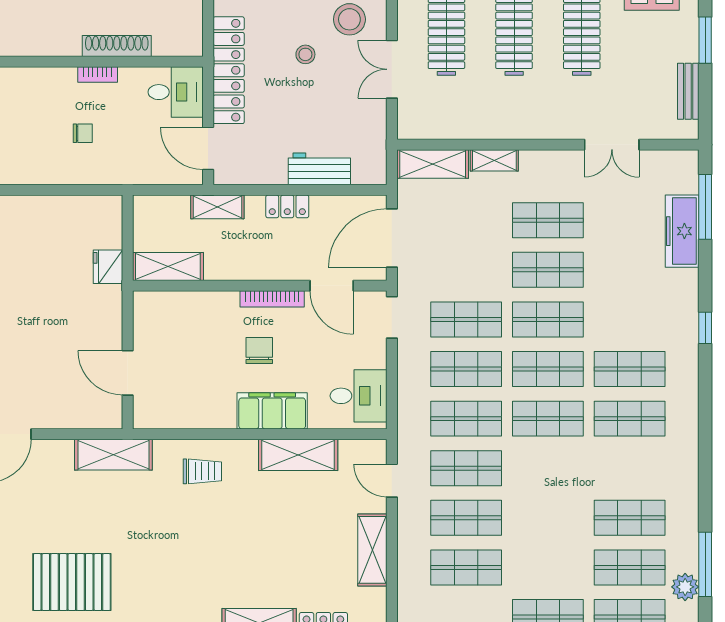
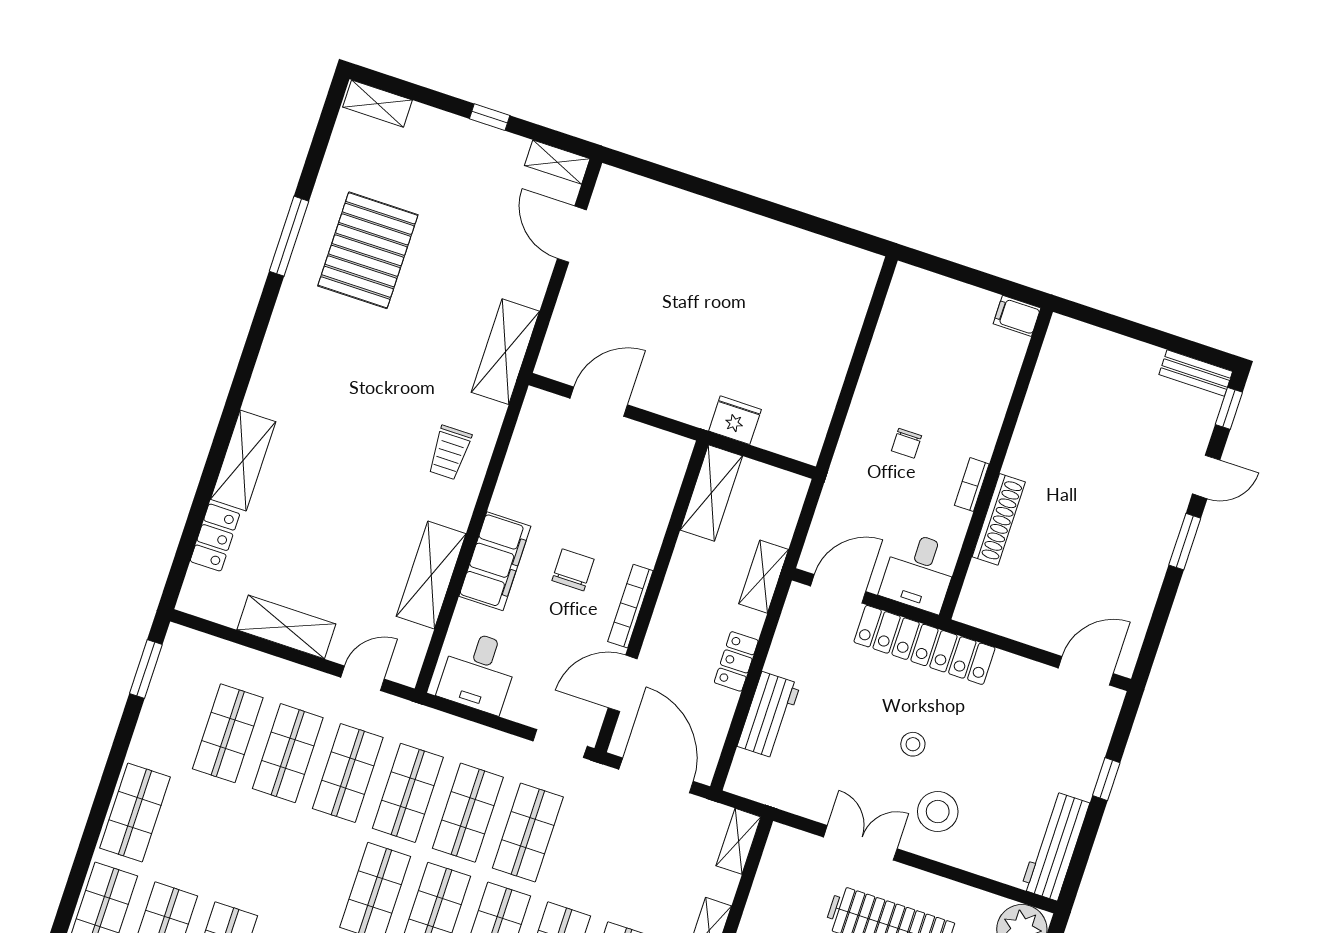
shelving: (433, 164) -> (738, 841), width x0.67, depth x0.75
chair: (259, 350) -> (573, 570), turned -90

